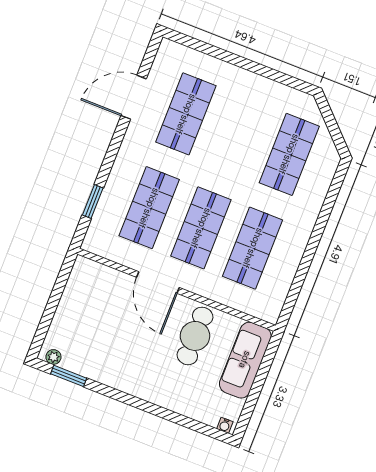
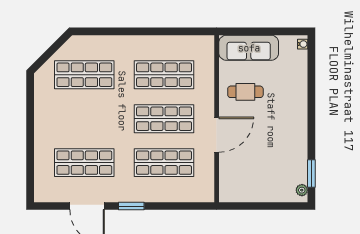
window: (93, 202) -> (131, 206), moved
cafe table: (195, 336) -> (245, 92), width x0.73, depth x0.74

